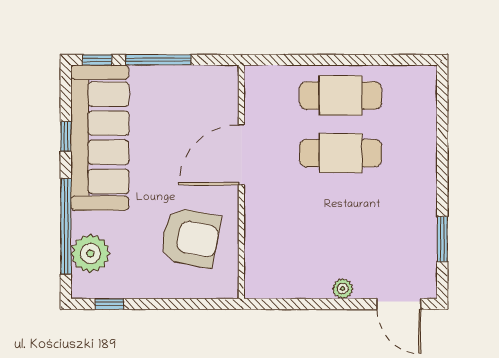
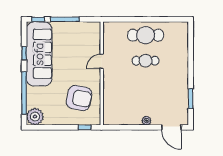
cafe table: (341, 153) -> (146, 61), width x0.73, depth x0.74
door: (241, 155) -> (102, 61), width x0.53
plant: (90, 253) -> (35, 117), moved
window: (109, 304) -> (85, 127), moved

